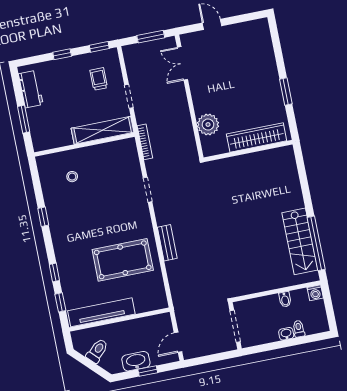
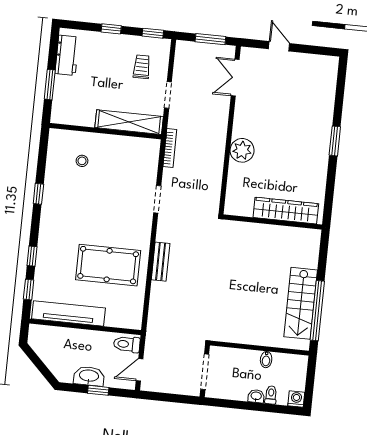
wardrobe: (257, 137) -> (286, 211), moved
wall: (248, 151) -> (272, 222), moved
washing machine: (315, 293) -> (296, 399), moved, turned 180
toilet: (97, 351) -> (127, 344), moved, turned -135

